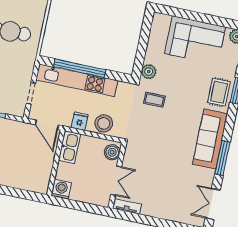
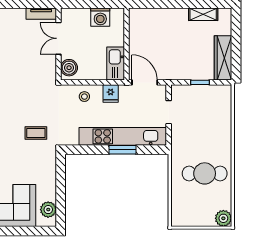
window: (80, 68) -> (122, 150), width x0.47
plant: (149, 72) -> (48, 210), moved
stool: (104, 123) -> (84, 97), width x0.53, depth x0.53
washing machine: (61, 189) -> (100, 17), moved

